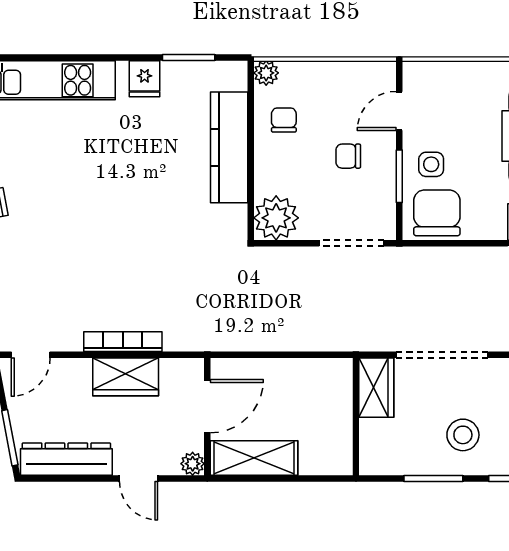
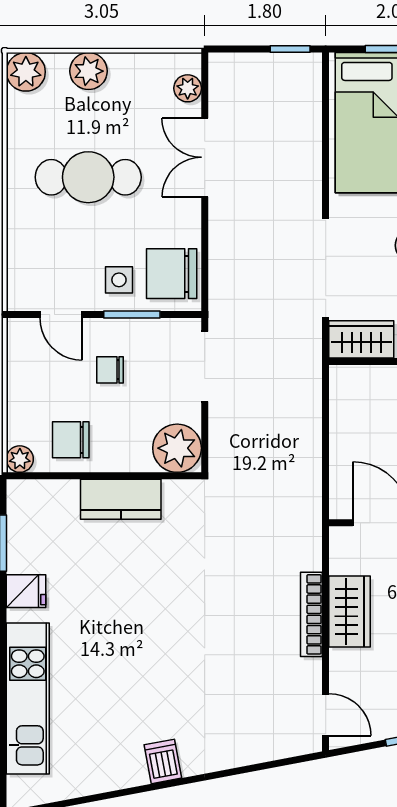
chair: (284, 120) -> (71, 440), width x1.37, depth x1.37
kitchen counter: (229, 147) -> (121, 499), width x0.67
chair: (348, 156) -> (110, 370), turned 90

